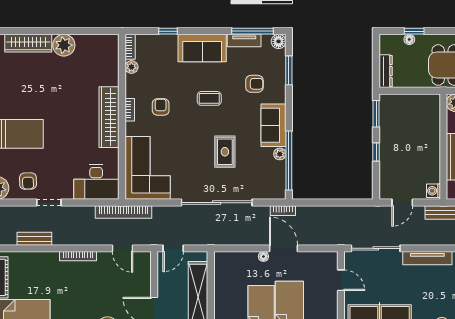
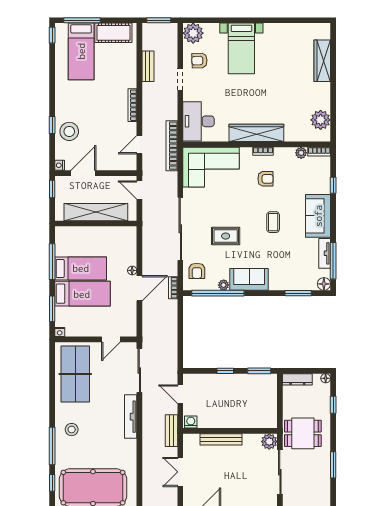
floor lamp: (409, 39) -> (326, 378), moved
plant: (64, 45) -> (321, 120), moved
armchair: (254, 84) -> (197, 271), moved

